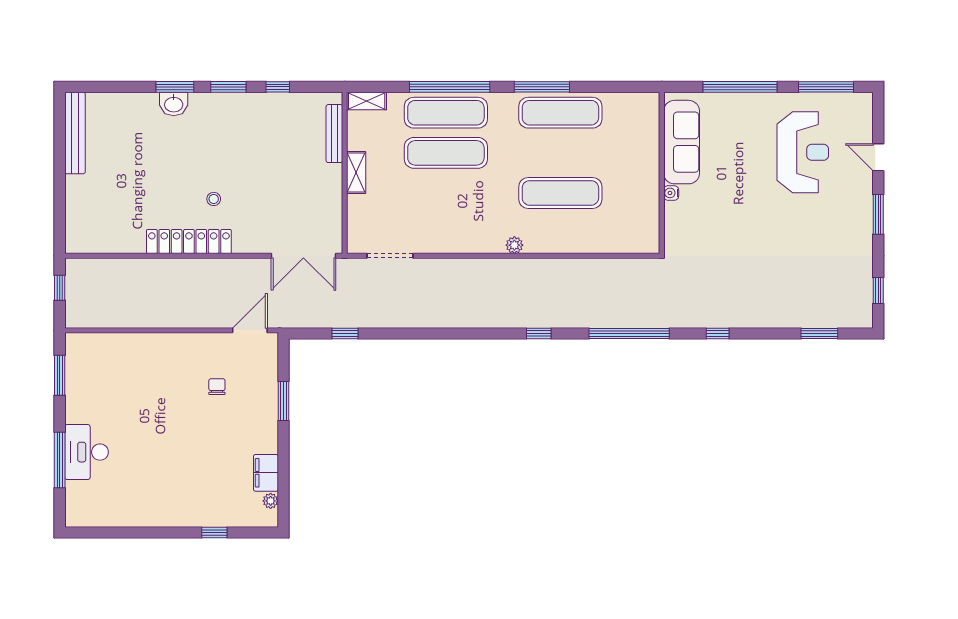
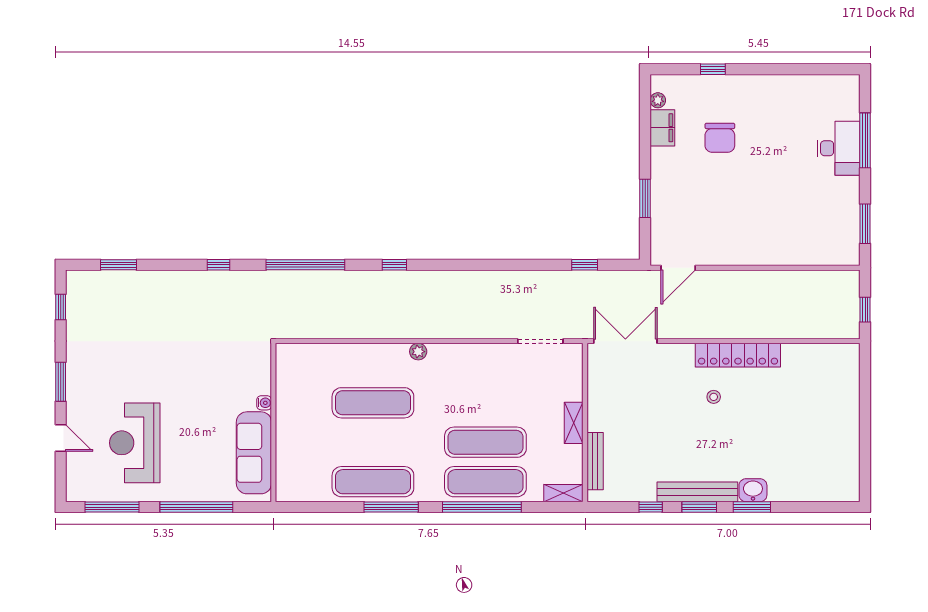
bench: (75, 133) -> (697, 492), moved, turned 90
chair: (217, 387) -> (720, 138), moved, width x1.87, depth x1.87

